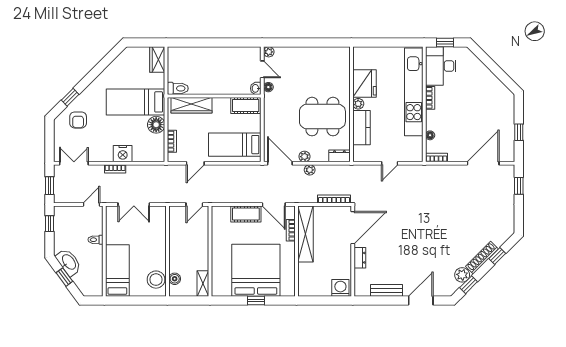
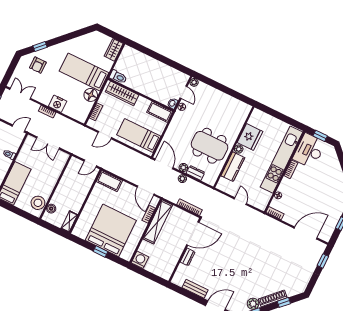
dresser: (339, 156) -> (195, 173), moved
door: (390, 163) -> (240, 201), swing flipped
cot: (246, 214) -> (109, 181), moved
washing machine: (340, 288) -> (140, 260), moved

